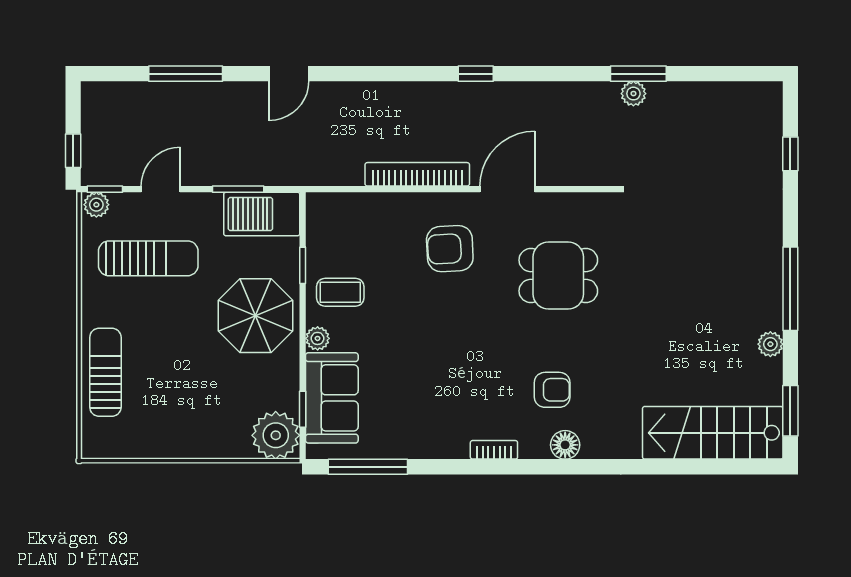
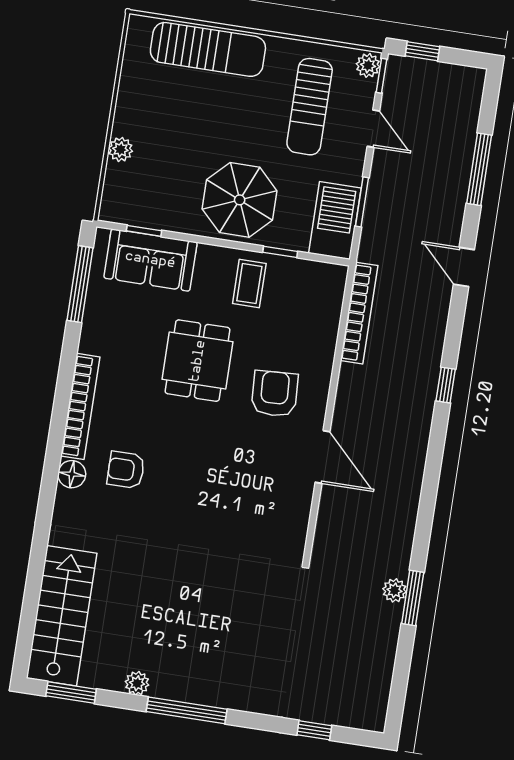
window: (476, 74) -> (446, 385), moved
bookcase: (417, 174) -> (359, 313), moved
dining table: (558, 276) -> (198, 361), moved
plant: (318, 338) -> (209, 255), removed
sun lounger: (105, 372) -> (208, 49), width x1.36, depth x1.34
armchair: (552, 390) -> (126, 470), turned 90
plant: (276, 435) -> (120, 149), moved, width x0.53, depth x0.53
bookcase: (494, 450) -> (80, 406), width x2.31, depth x1.31

